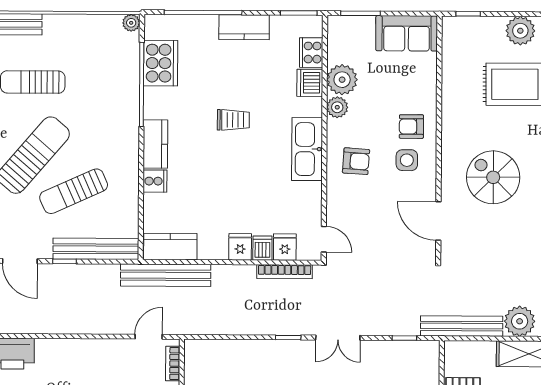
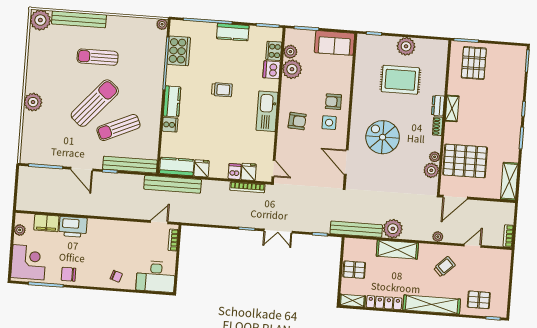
plant: (337, 107) -> (290, 52), moved
fridge: (240, 247) -> (202, 168), moved

